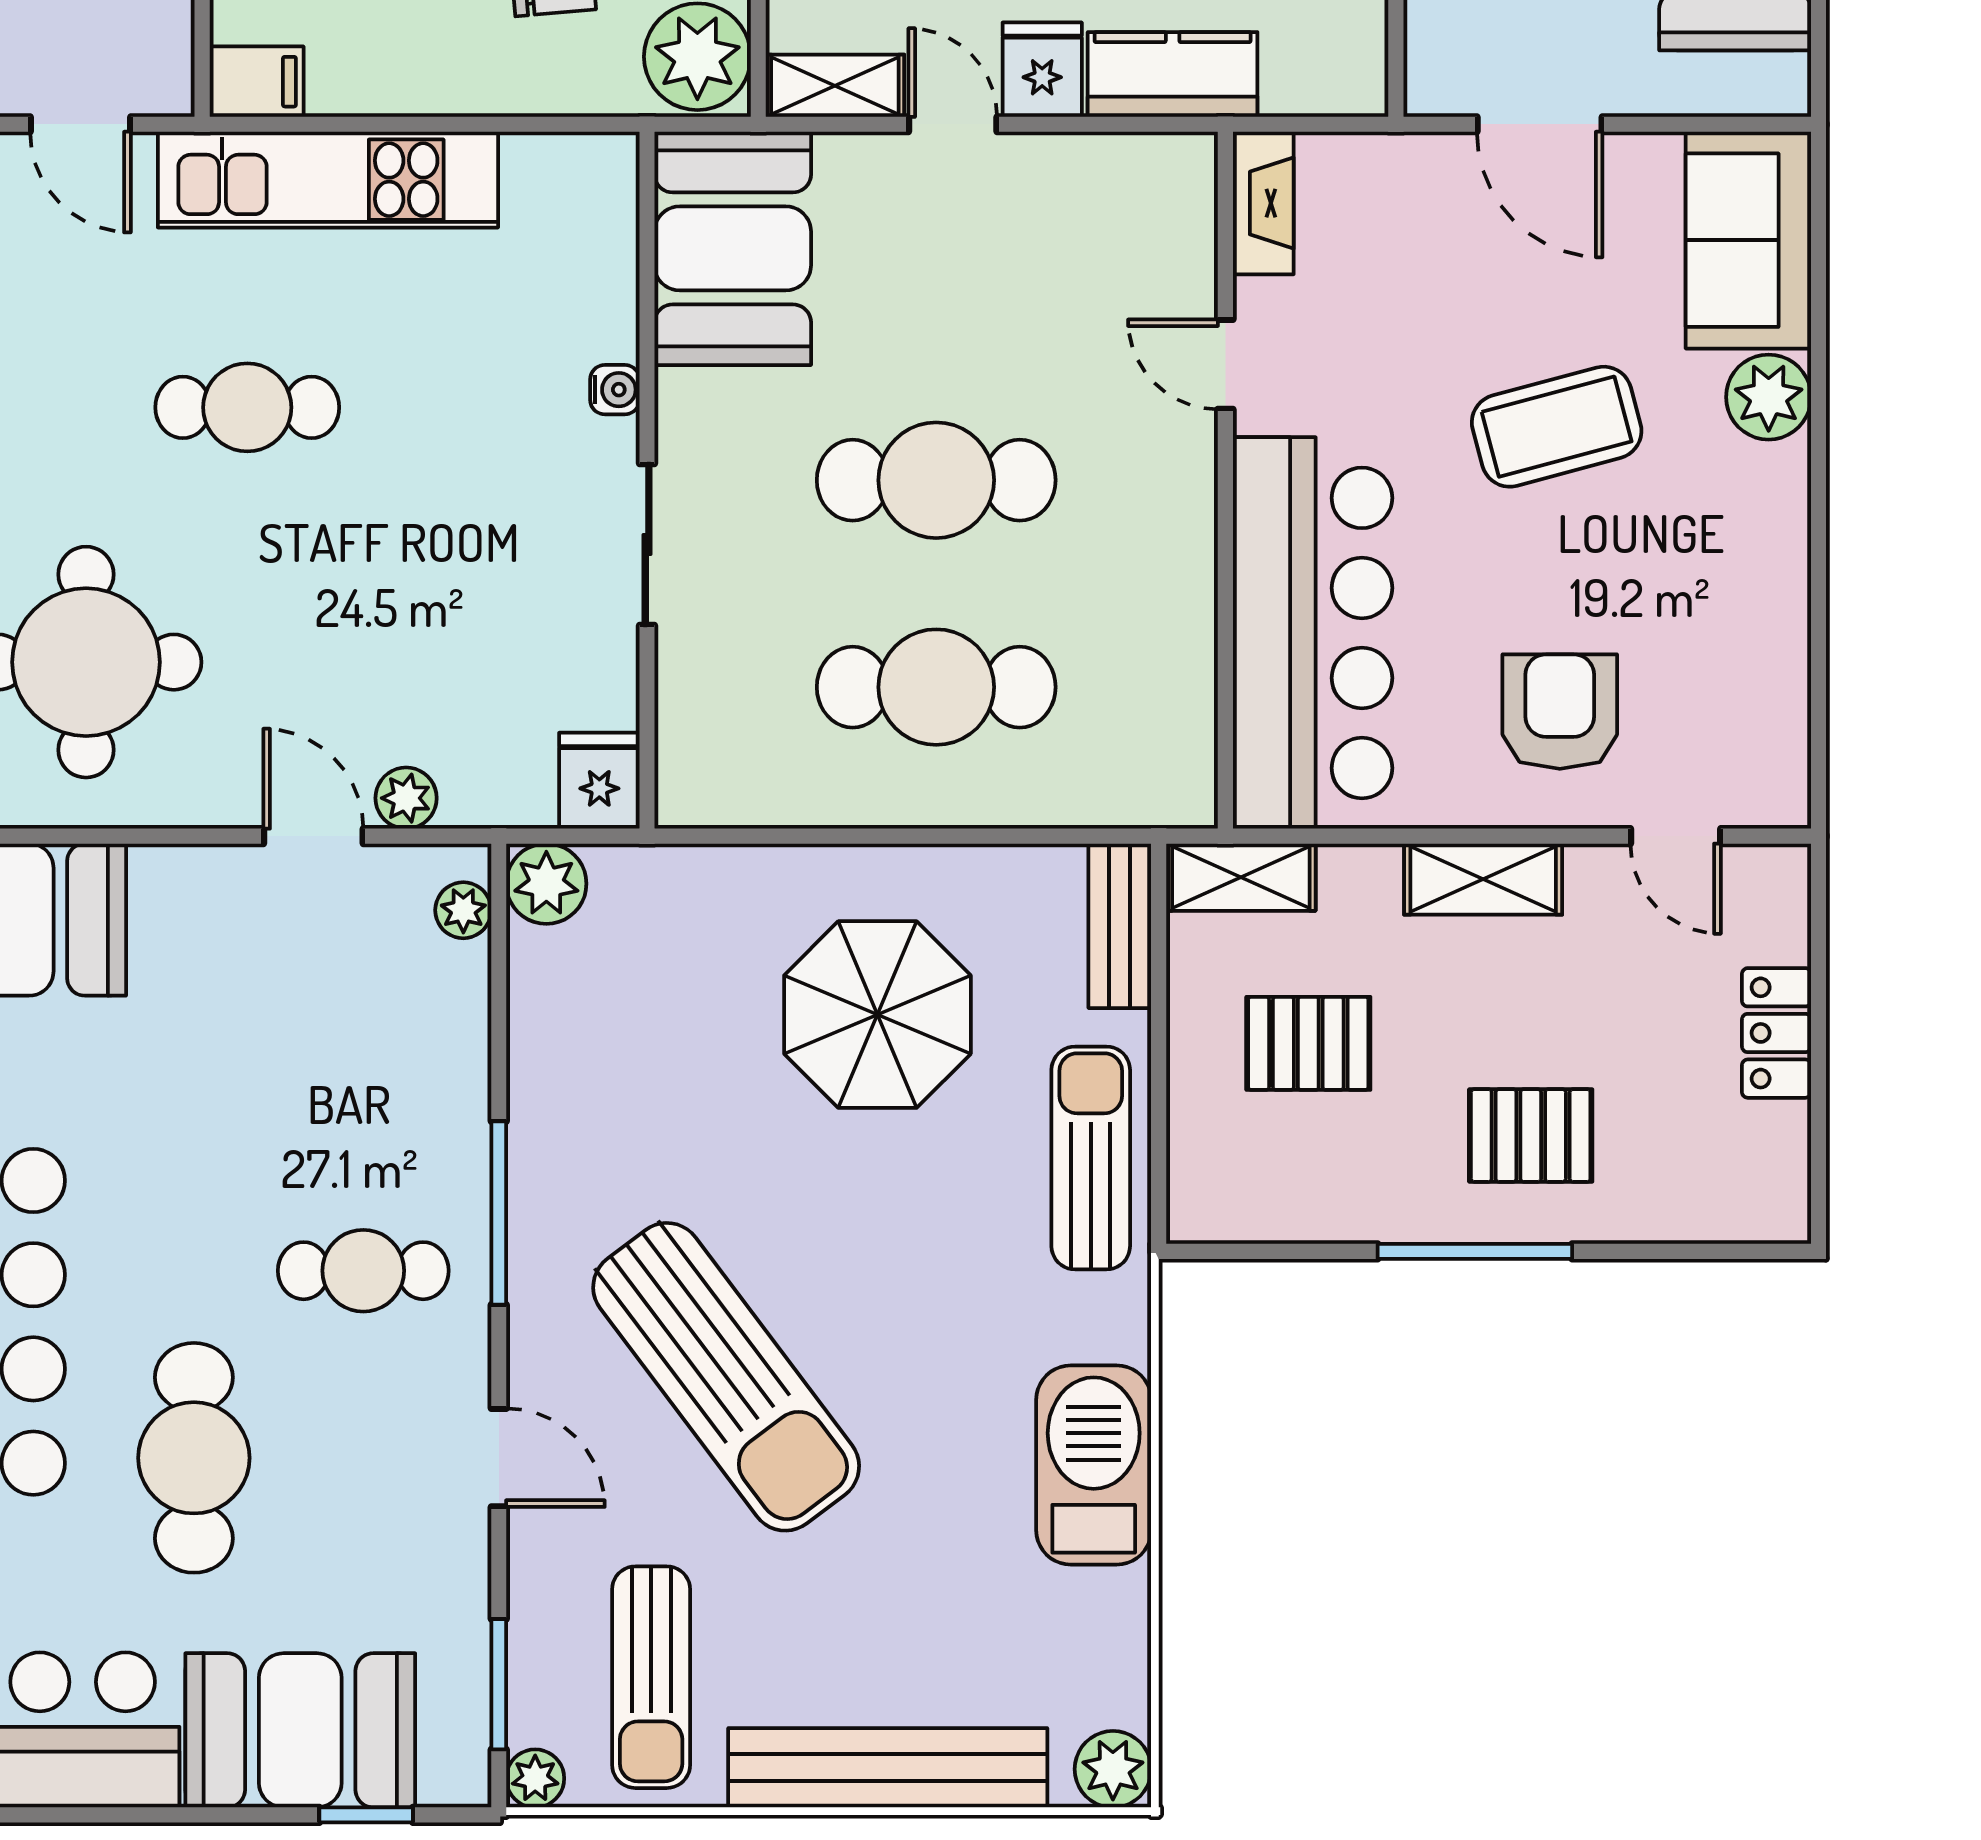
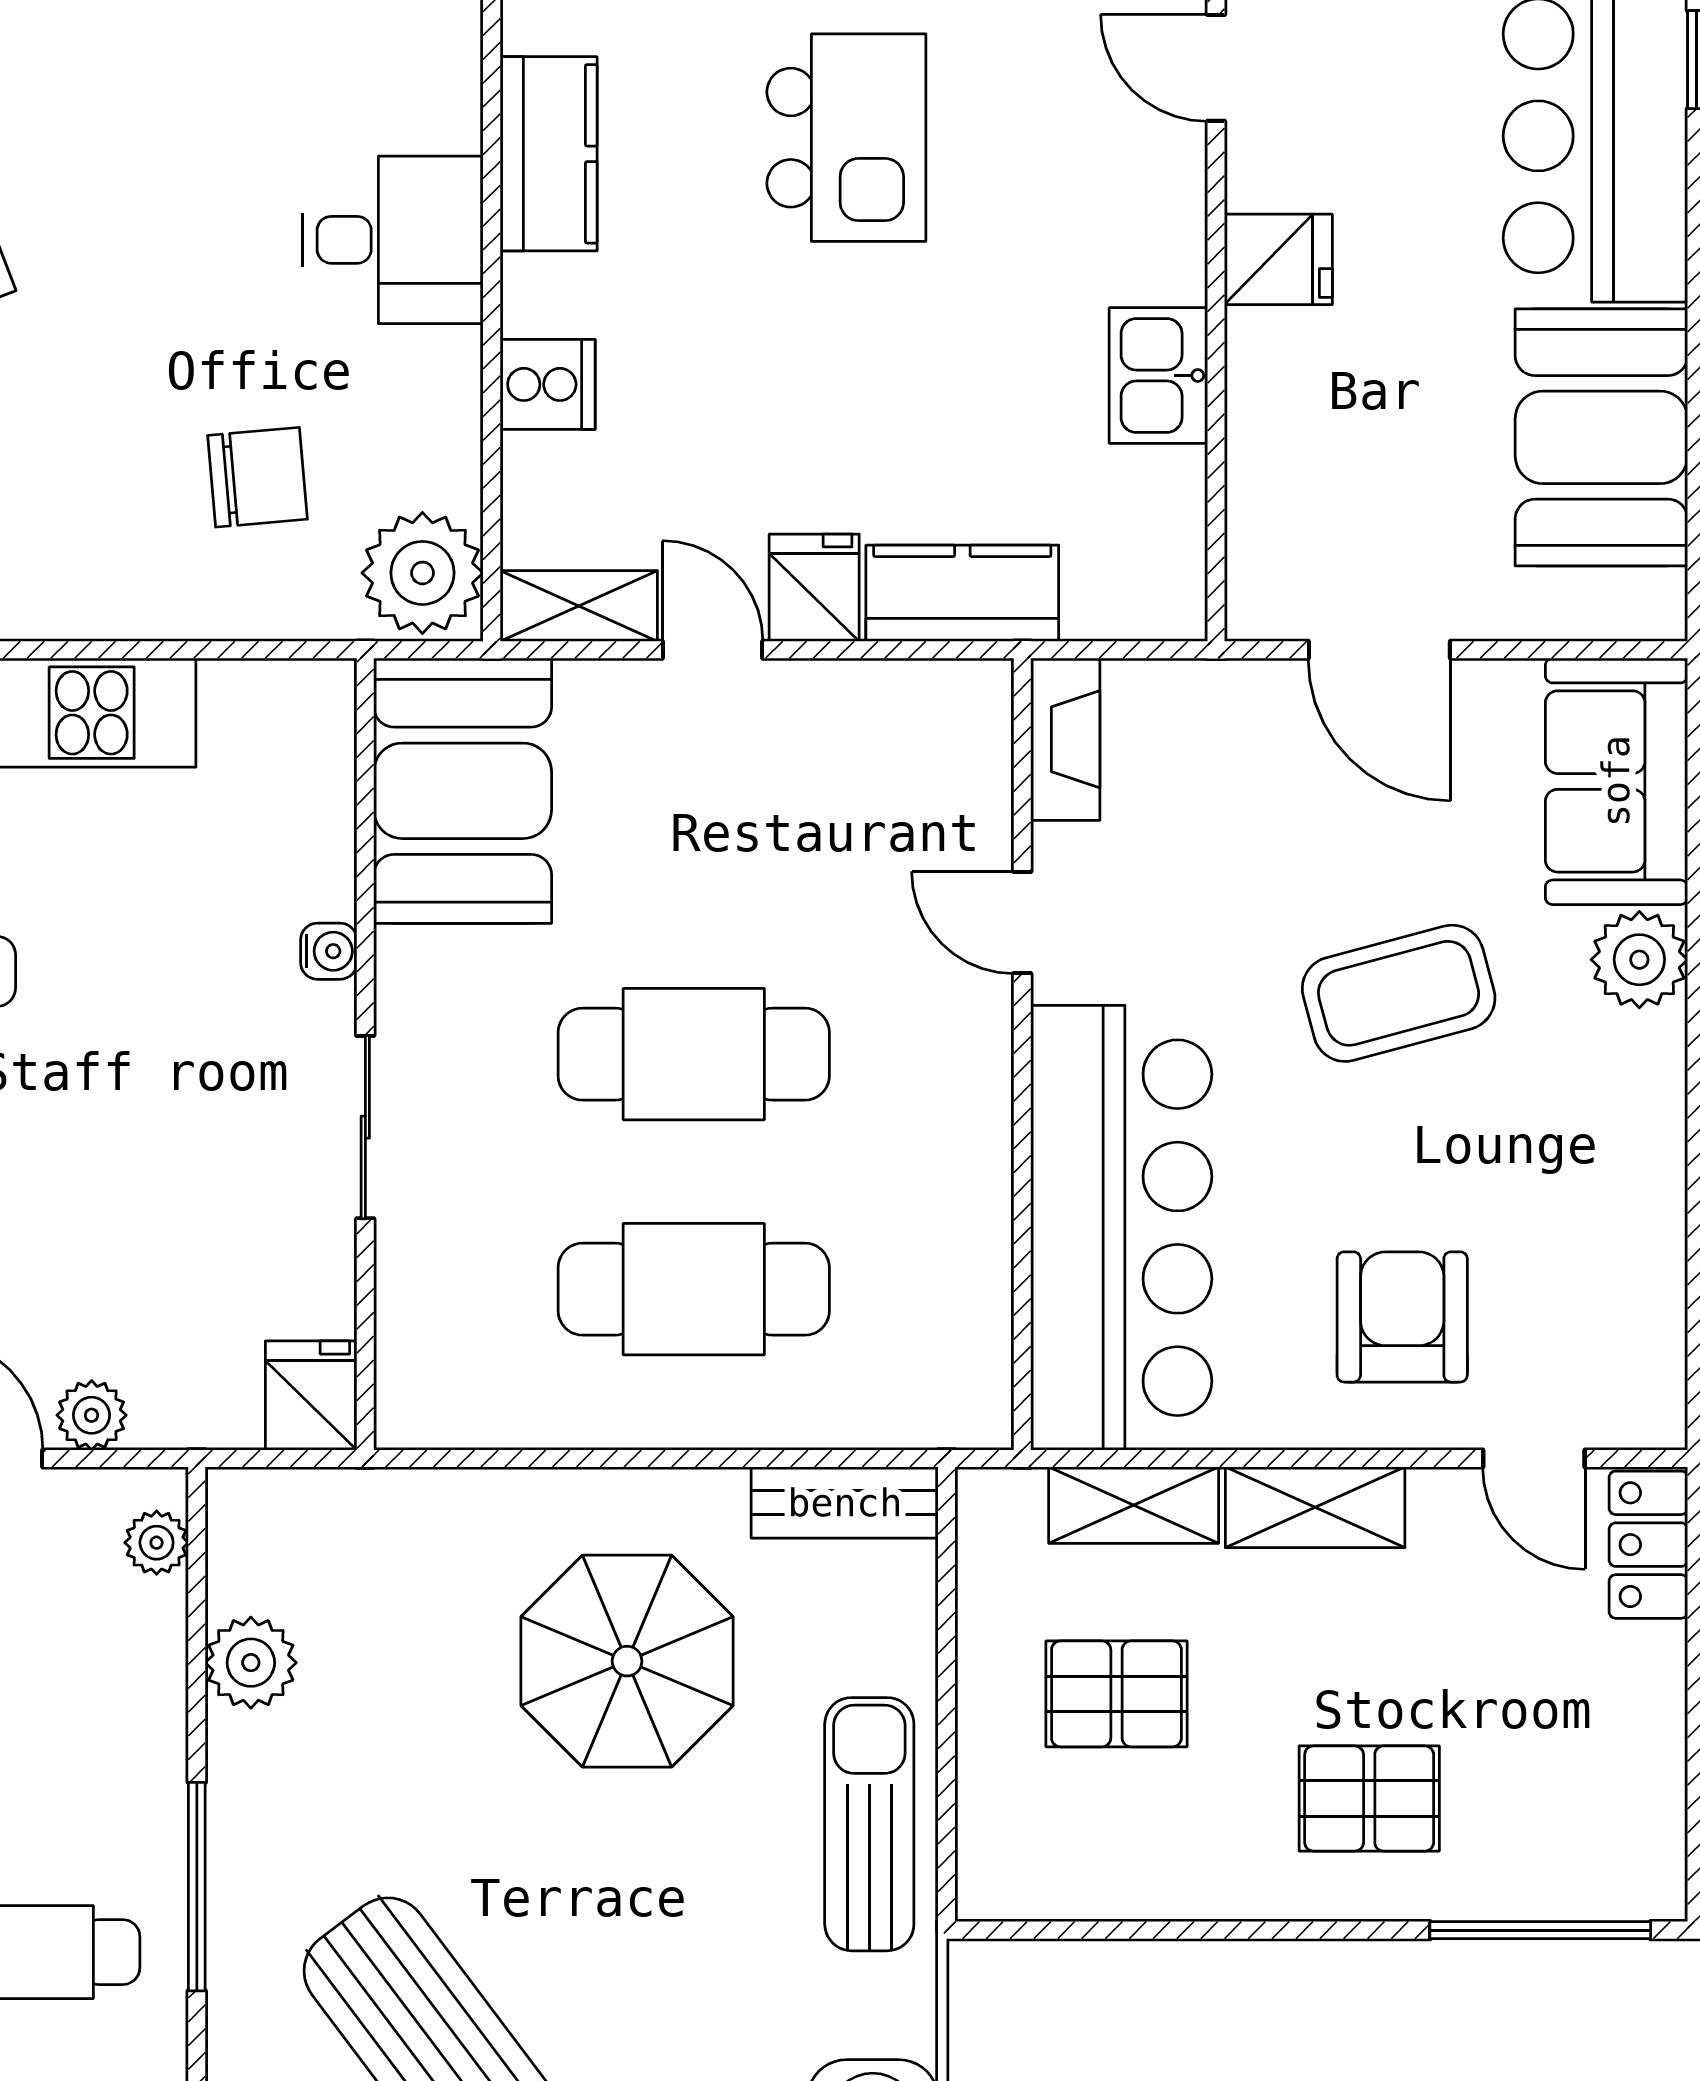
shelving: (1241, 877) -> (1134, 1505), moved
plant: (546, 884) -> (251, 1663), moved
bench: (1120, 926) -> (845, 1503), moved, turned 90
locker: (1777, 1033) -> (1648, 1545), moved
window: (1475, 1251) -> (1540, 1930), moved

